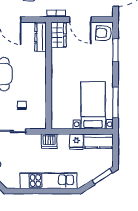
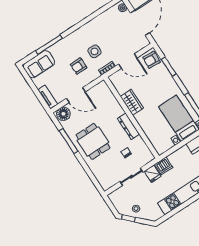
wardrobe: (59, 35) -> (132, 102), moved
dresser: (41, 37) -> (129, 126), moved
fridge: (76, 142) -> (153, 174), moved

